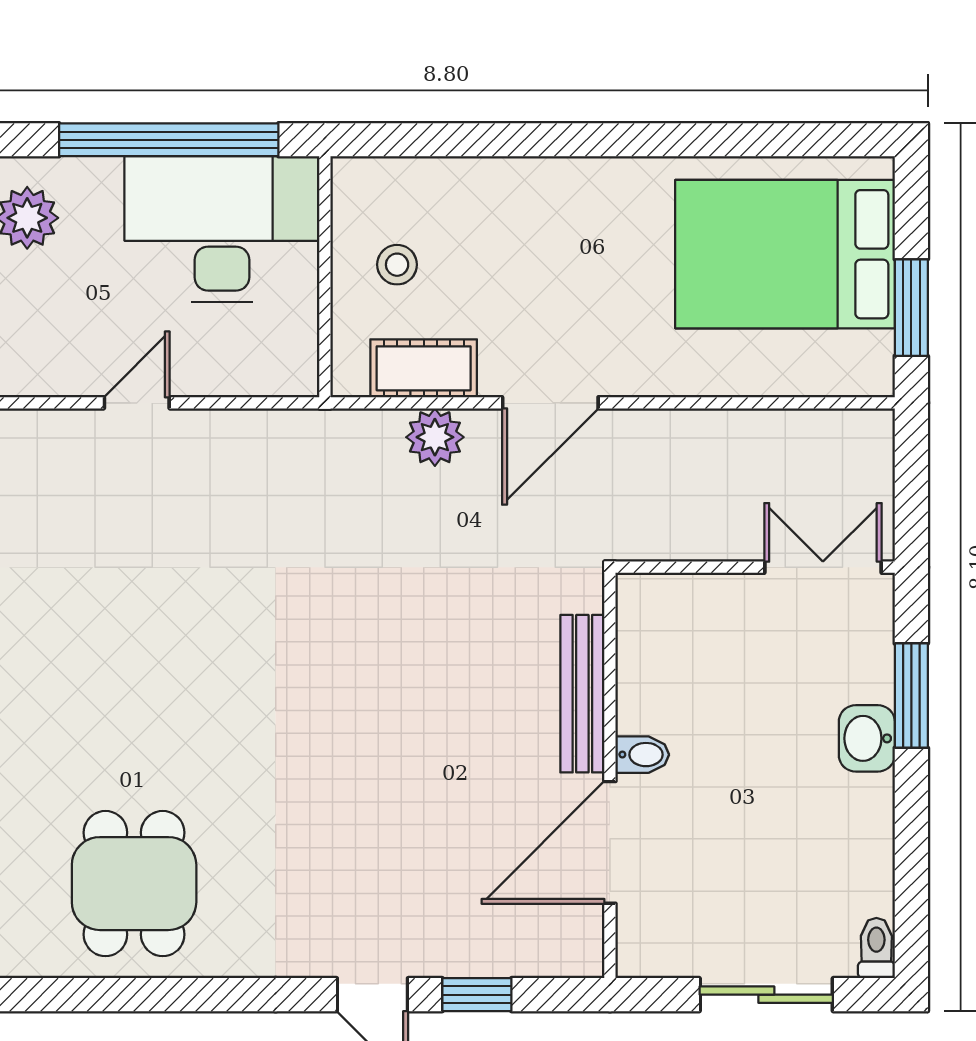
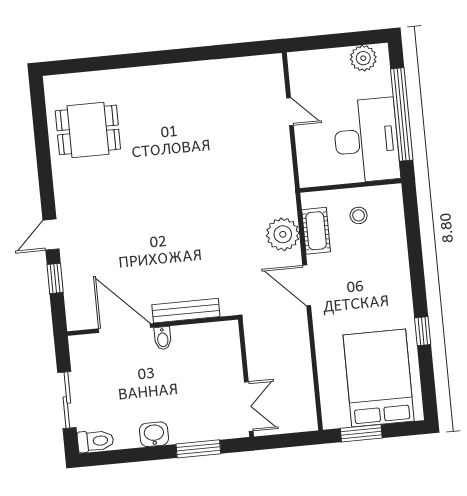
window: (685, 140) -> (423, 331), added
plant: (435, 437) -> (283, 234), width x1.36, depth x1.36
washbasin: (867, 738) -> (154, 434), moved
toilet: (876, 948) -> (95, 441), width x1.37, depth x1.39

